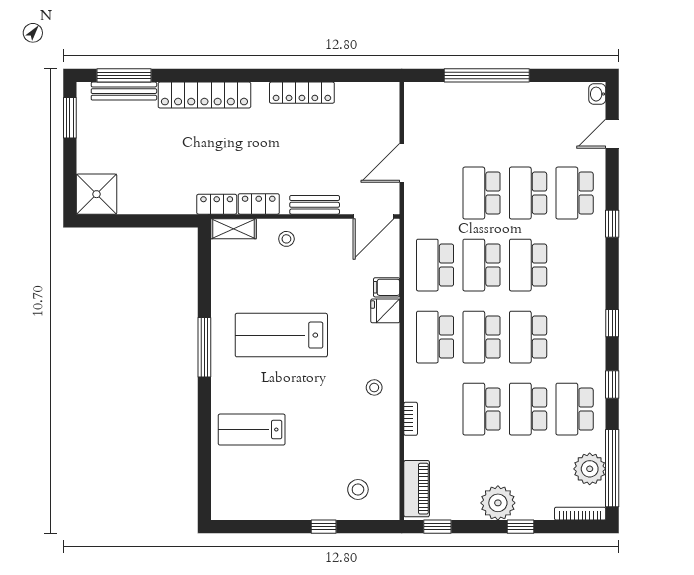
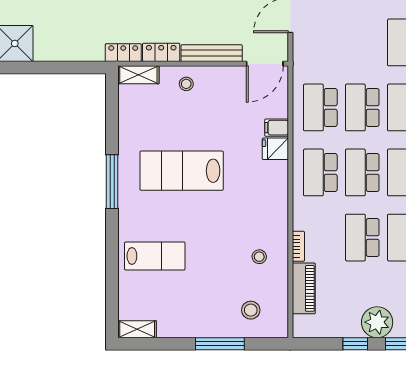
school desk: (482, 193) -> (362, 42), removed
bench: (315, 205) -> (212, 53), width x1.36
stool: (374, 387) -> (259, 257), moved
lab bench: (252, 430) -> (155, 256), turned 180
piano: (417, 489) -> (304, 288), moved
shelving: (232, 511) -> (137, 329), added
window: (324, 527) -> (220, 344), width x2.17
window: (437, 527) -> (355, 344), moved

